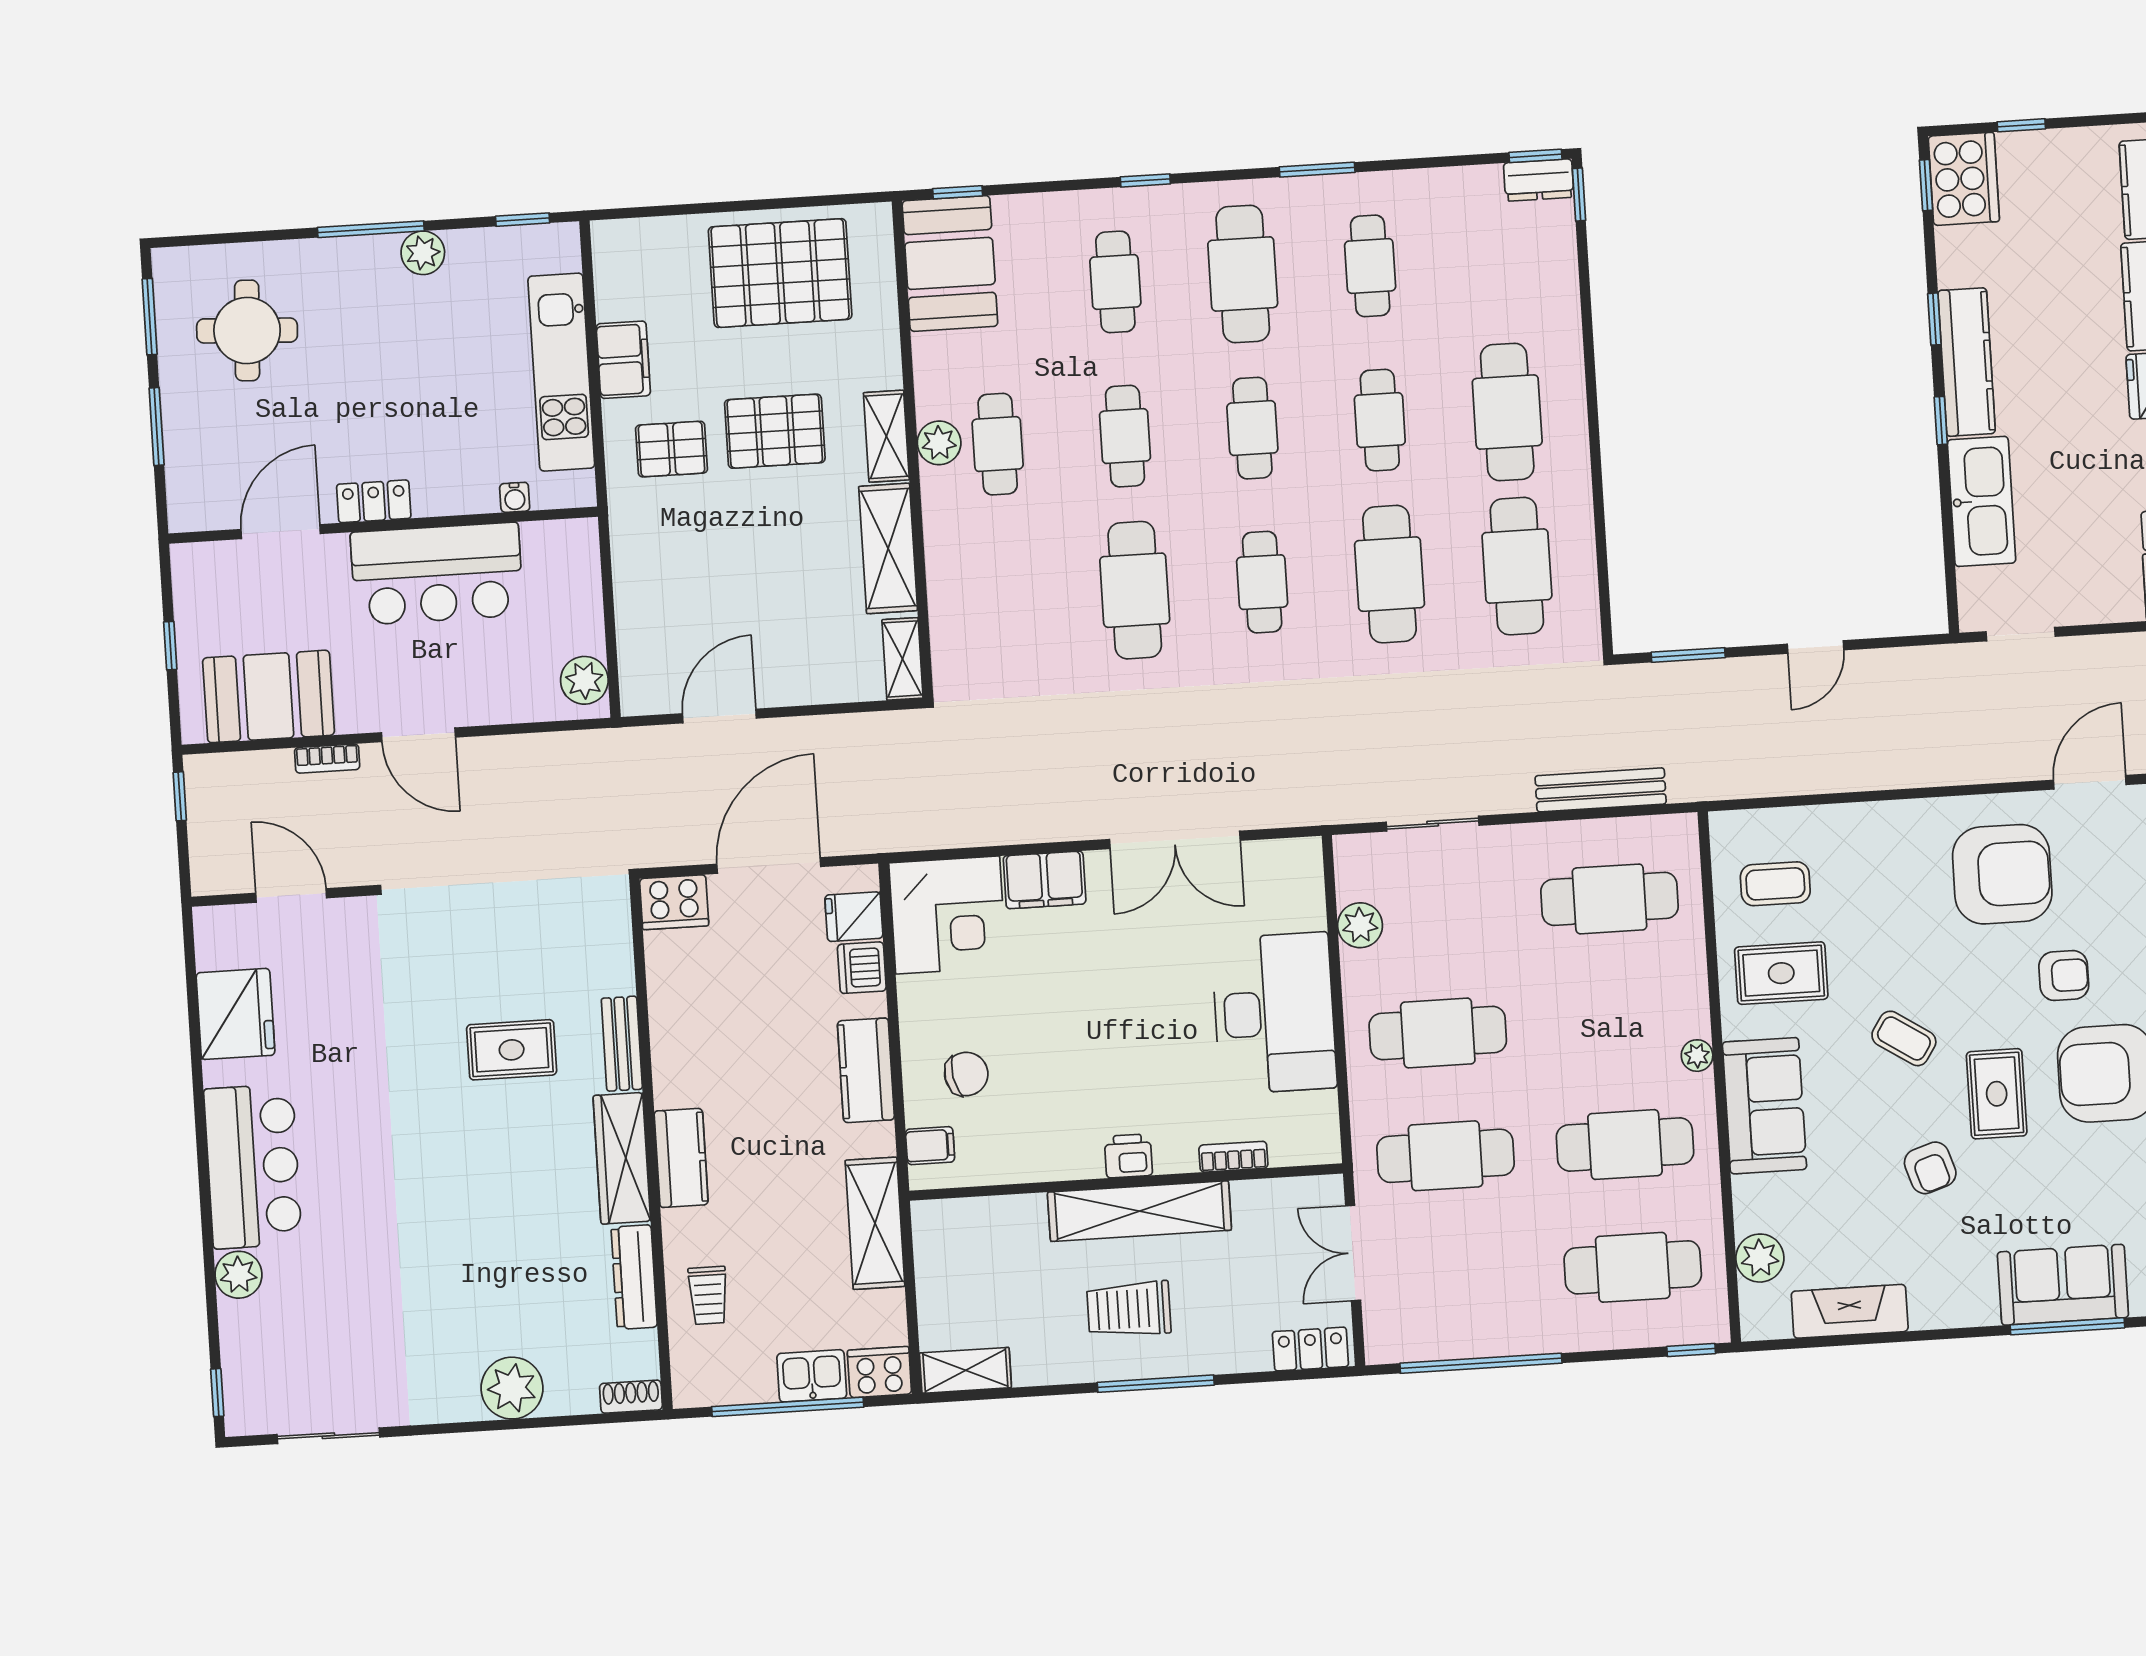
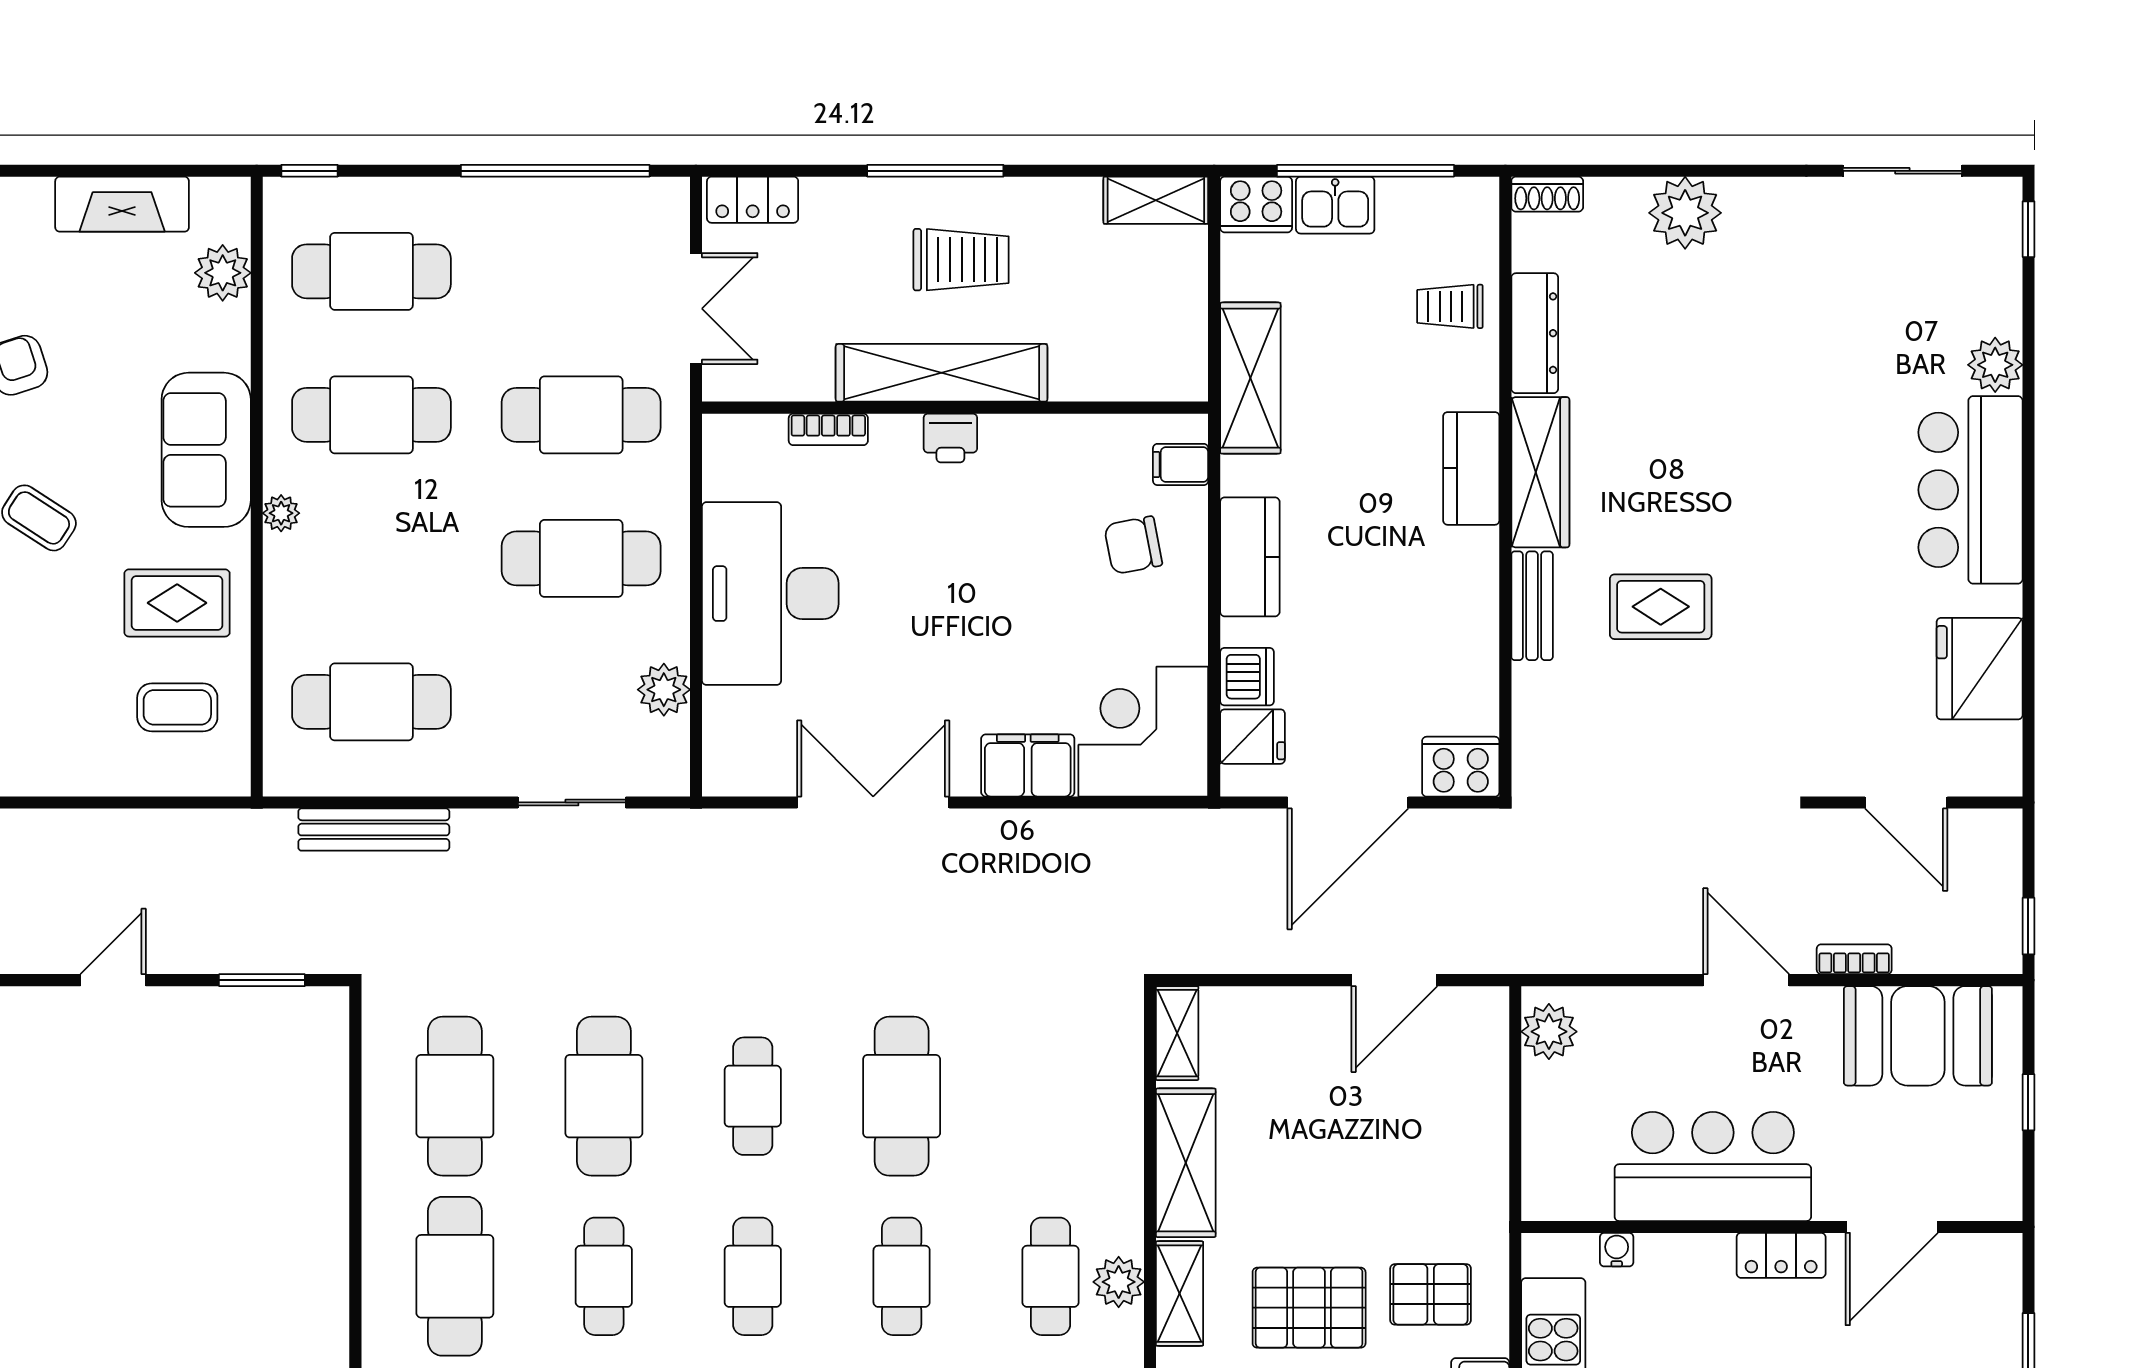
trolley: (708, 1295) -> (1450, 306), turned -90

